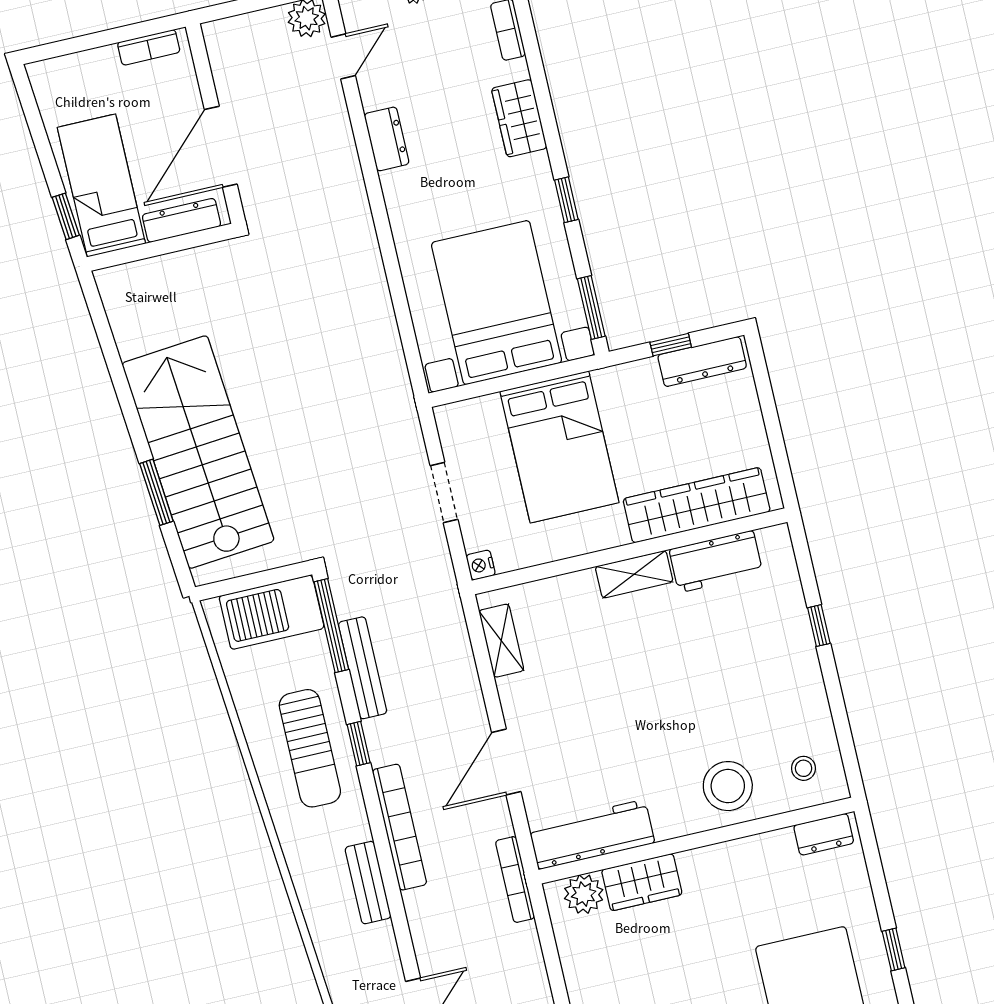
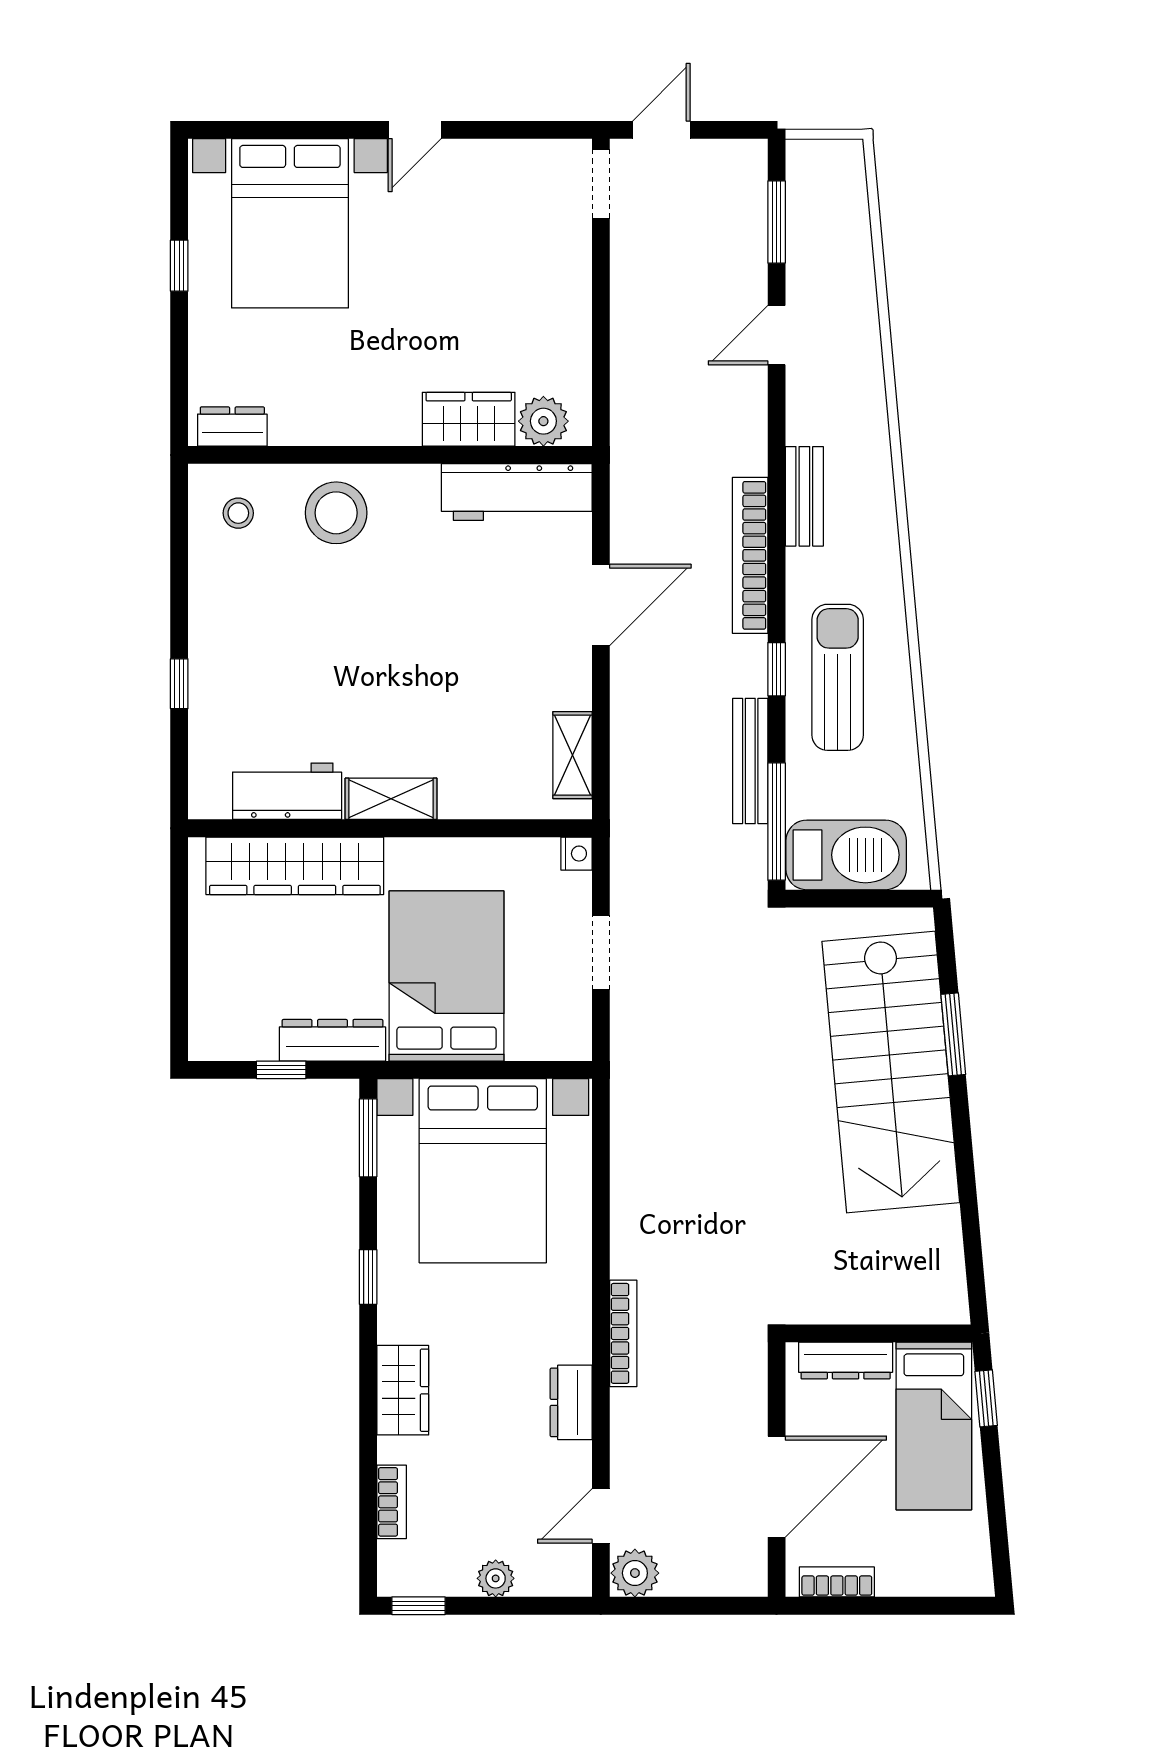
door: (221, 147) -> (777, 1487), moved
dresser: (702, 362) -> (332, 1040), moved
bookcase: (515, 879) -> (623, 1333), moved

